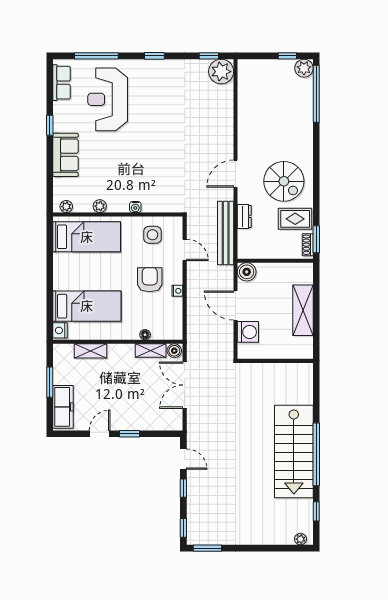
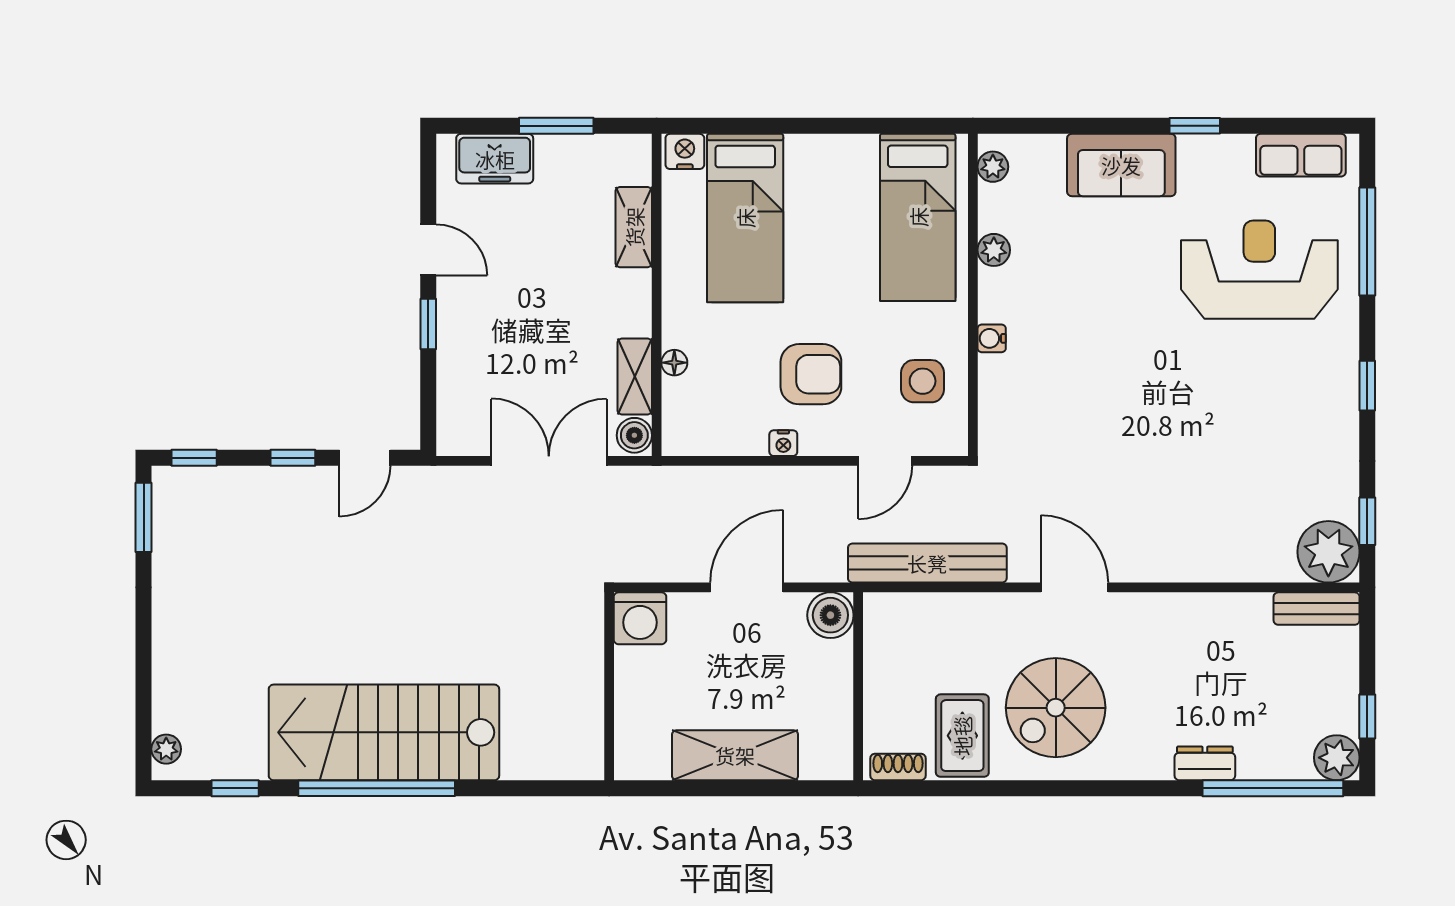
bench: (244, 76) -> (1317, 609), added
dresser: (244, 216) -> (1205, 763), moved, turned 180
window: (316, 239) -> (912, 788), removed
washing machine: (248, 332) -> (640, 618), moved
freezer: (63, 407) -> (495, 159), width x0.71

